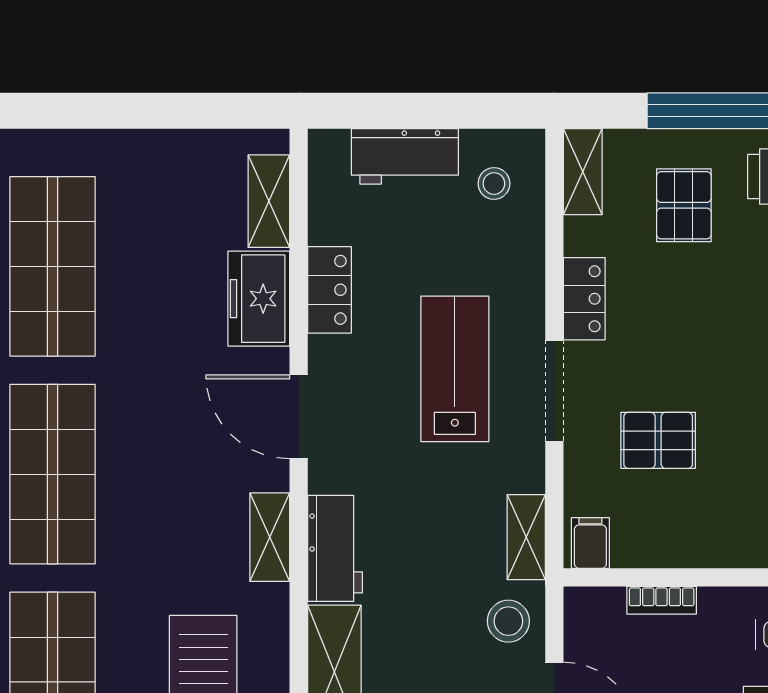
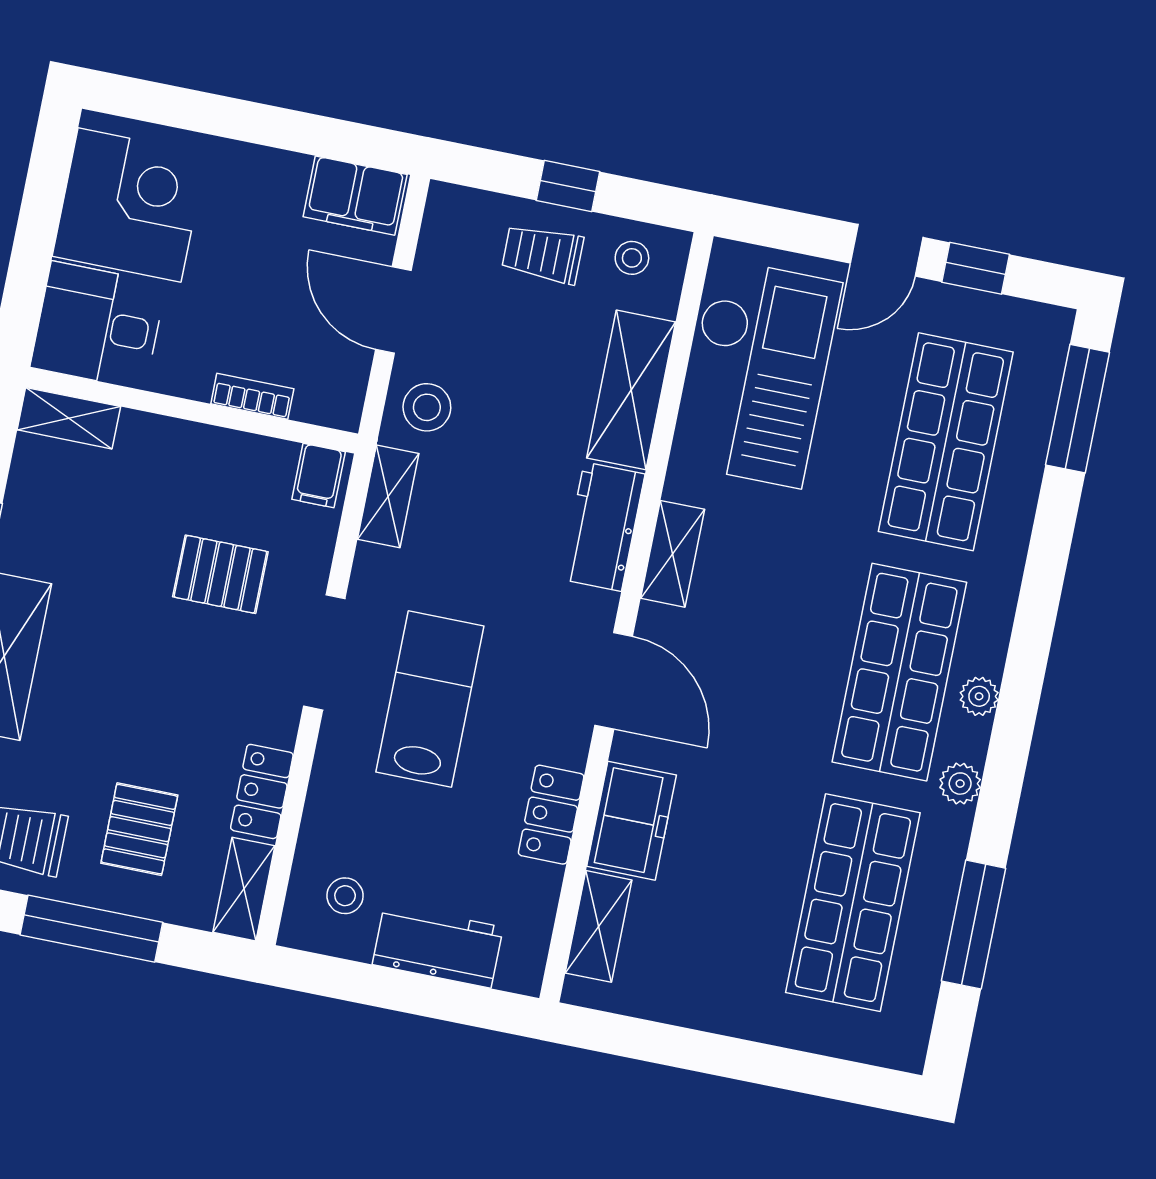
locker: (584, 299) -> (262, 791), moved
lab bench: (455, 369) -> (430, 699), turned 180

